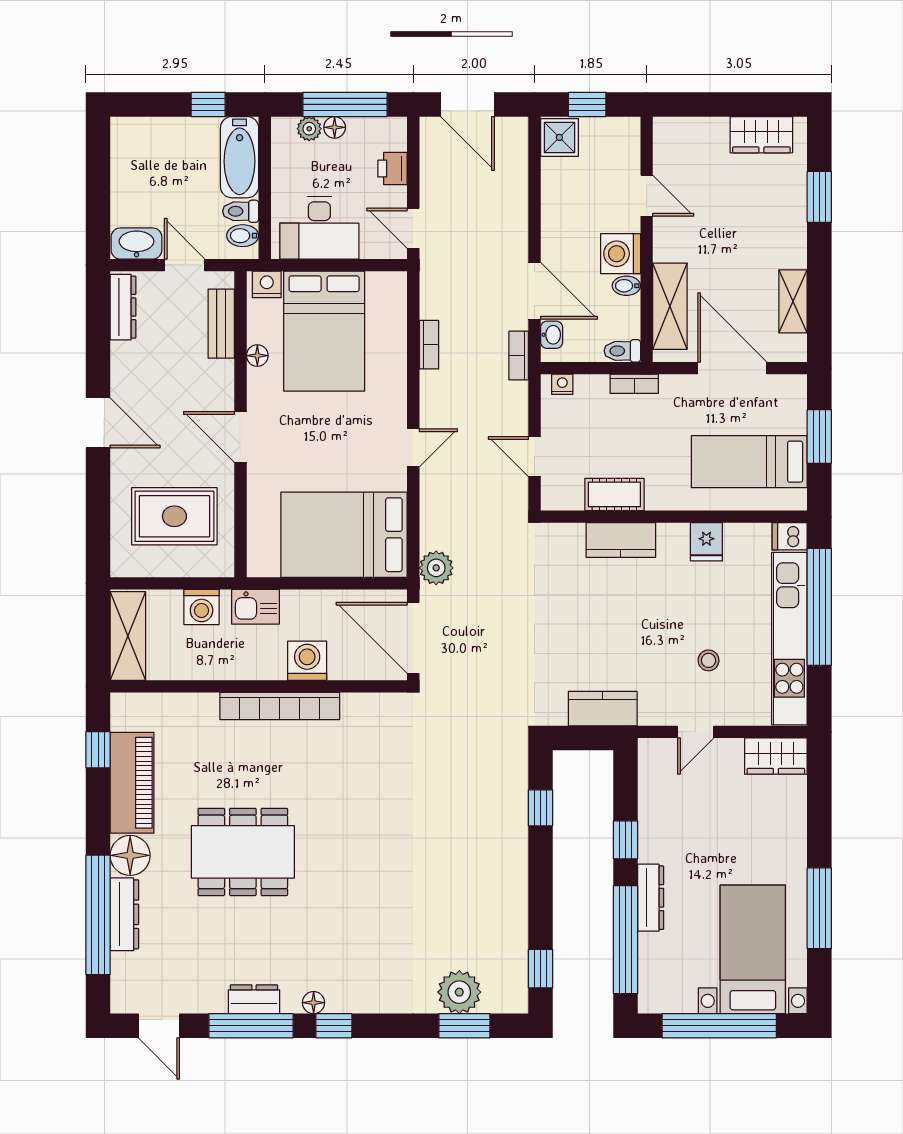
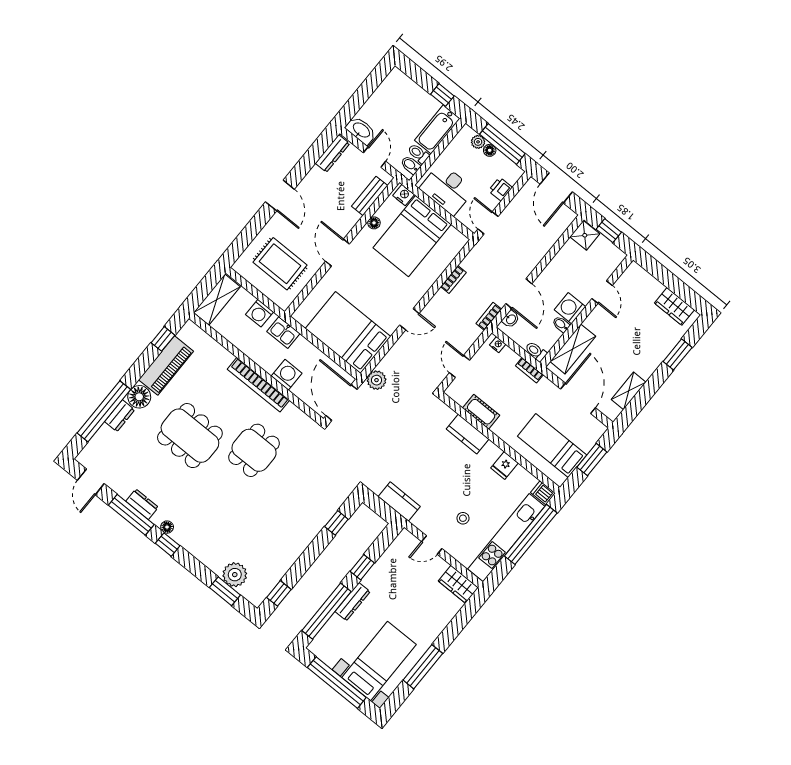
dining table: (347, 801) -> (254, 450), added
dresser: (124, 914) -> (120, 416), width x0.70

